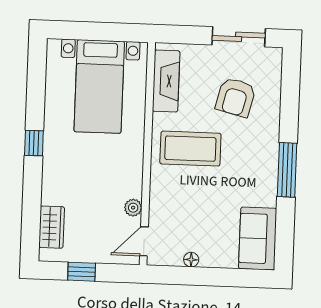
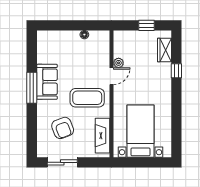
armchair: (236, 97) -> (63, 128), turned 145
window: (34, 143) -> (176, 71), moved
sofa: (258, 239) -> (47, 82), moved
door: (144, 241) -> (112, 76), moved

